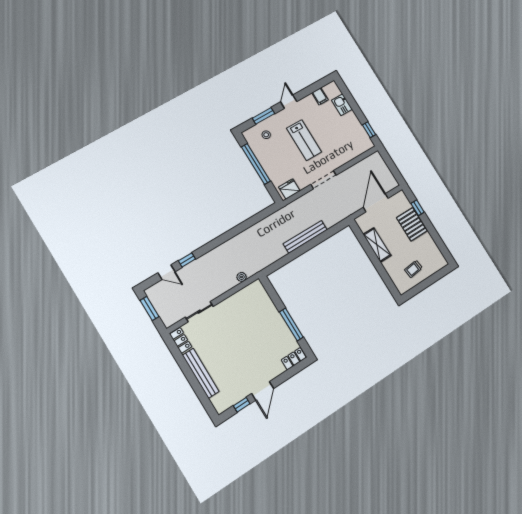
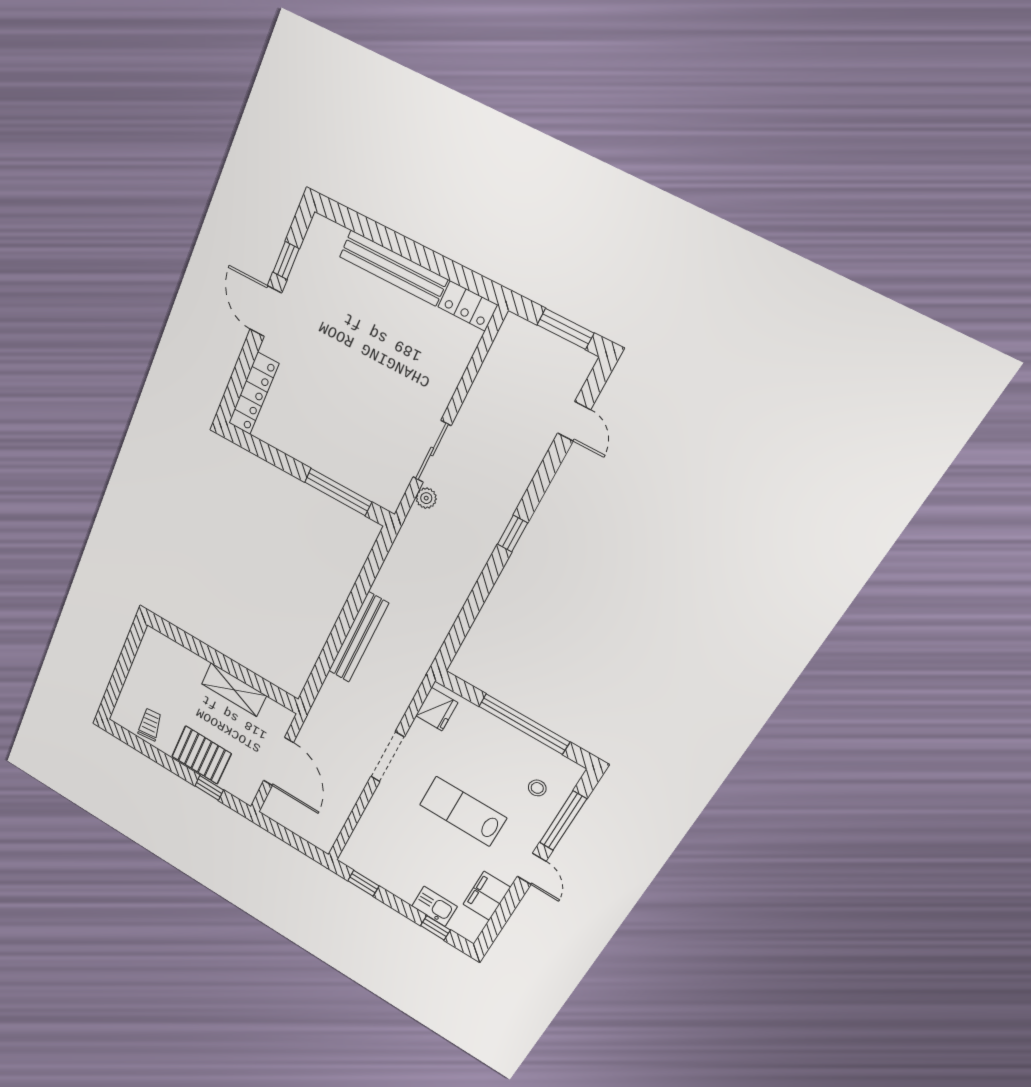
window: (347, 95) -> (435, 928), added
filing cabinet: (320, 96) -> (487, 896), width x2.00
window: (263, 116) -> (563, 821), width x1.44
window: (187, 260) -> (513, 534), moved
trolley: (414, 269) -> (150, 725), moved
door: (166, 272) -> (574, 421), swing flipped
sliding door: (199, 312) -> (432, 452), moved
window: (291, 325) -> (338, 492), moved
locker: (294, 359) -> (254, 394), width x1.53

